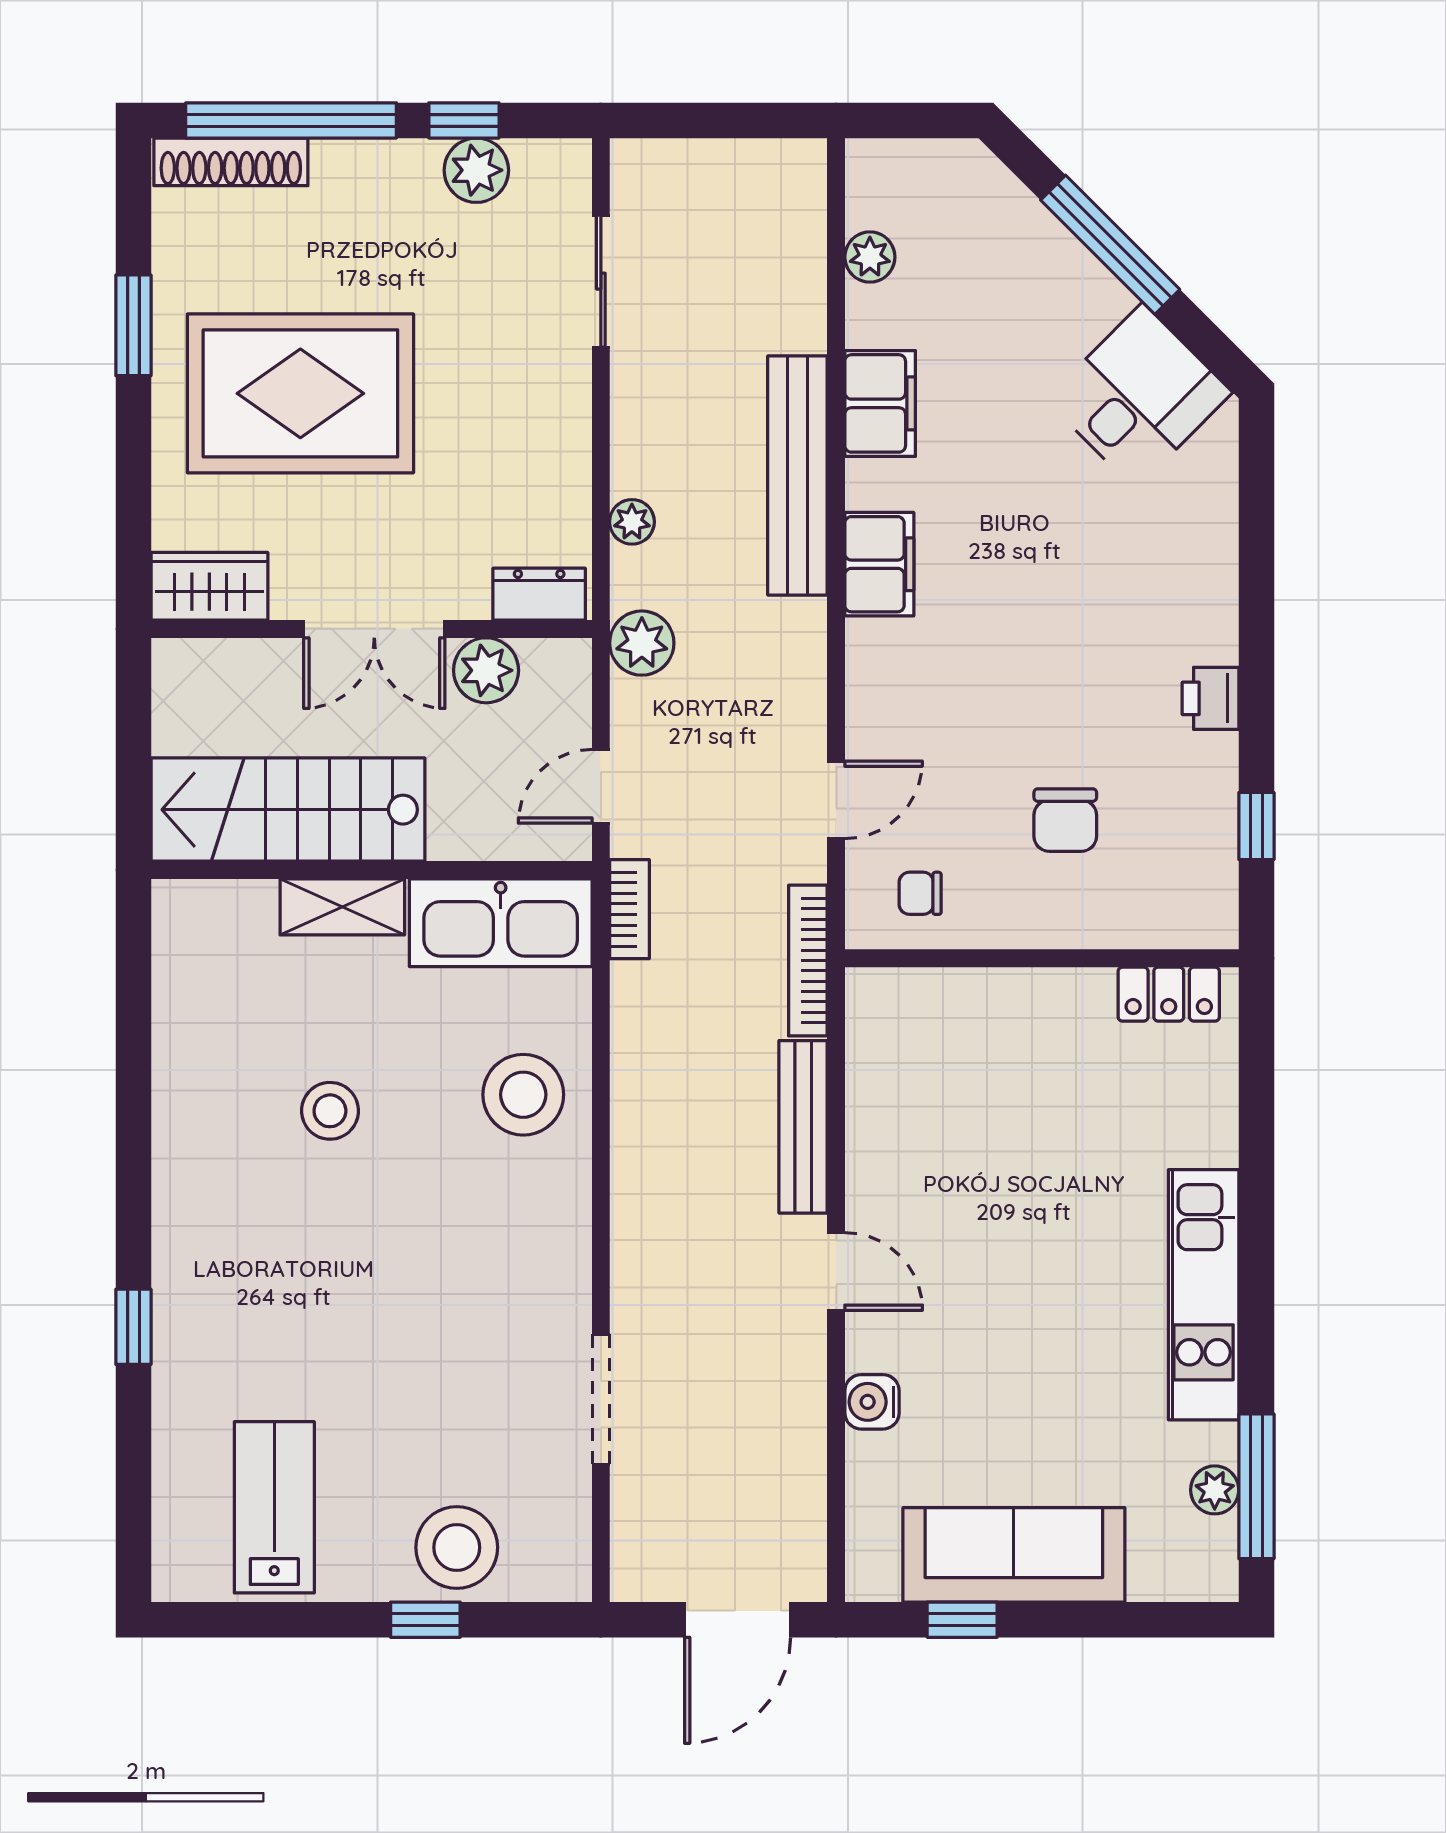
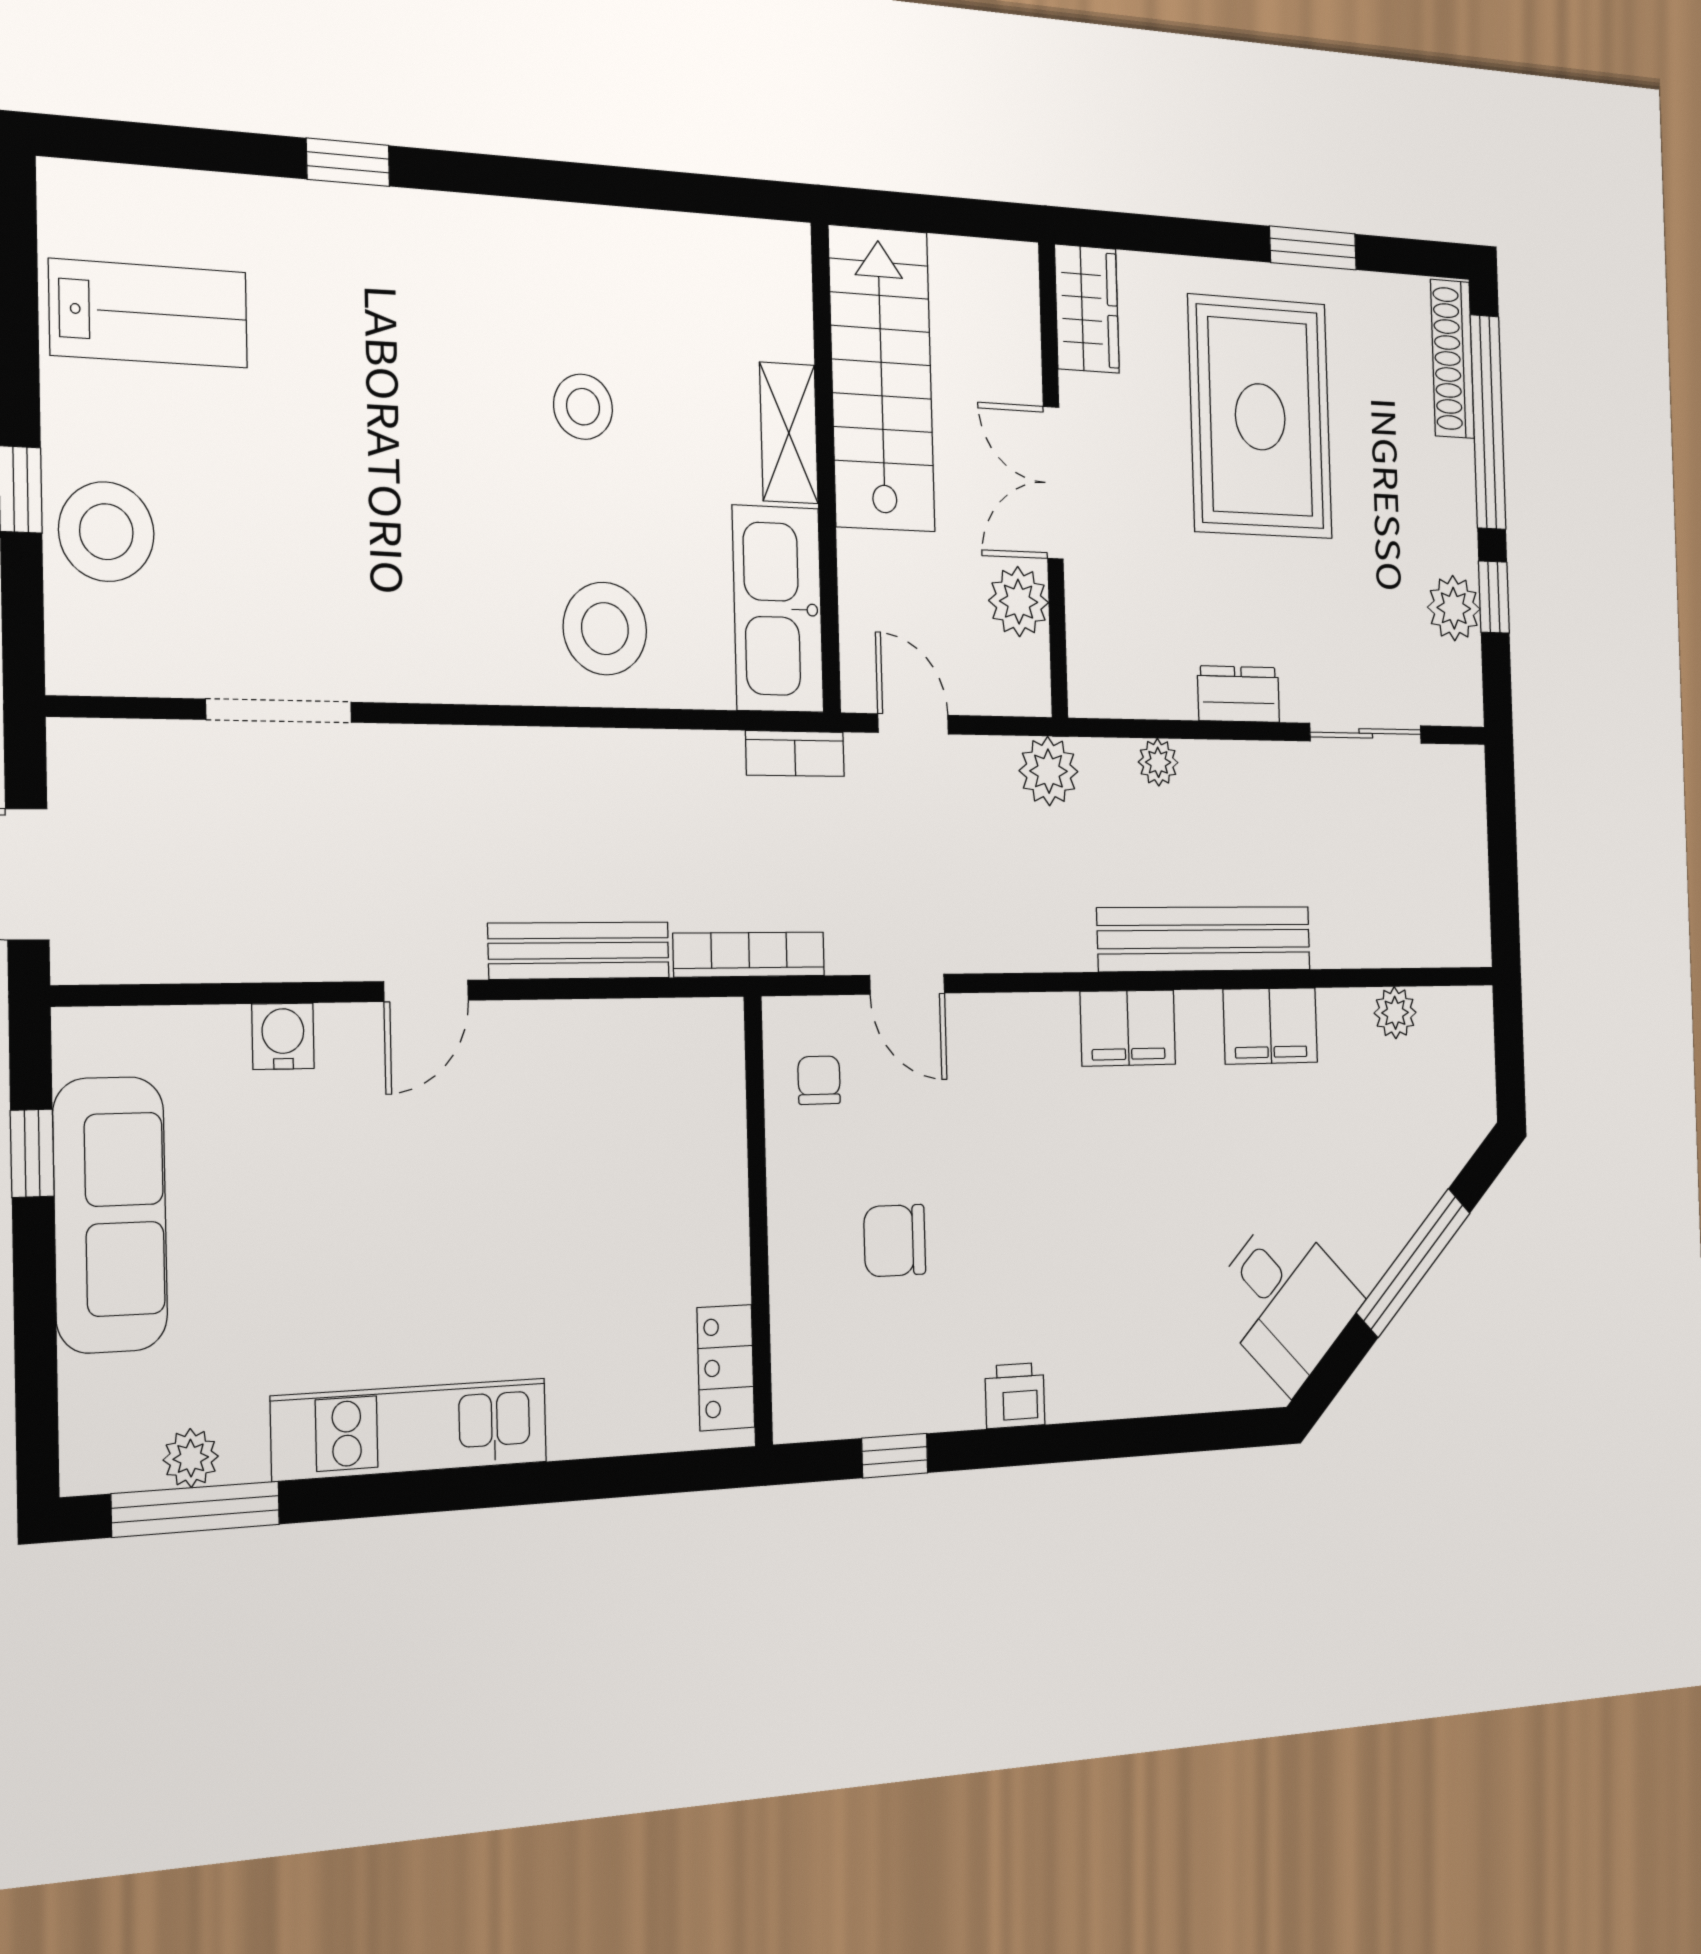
dresser: (539, 594) -> (1239, 694), moved, turned -90

